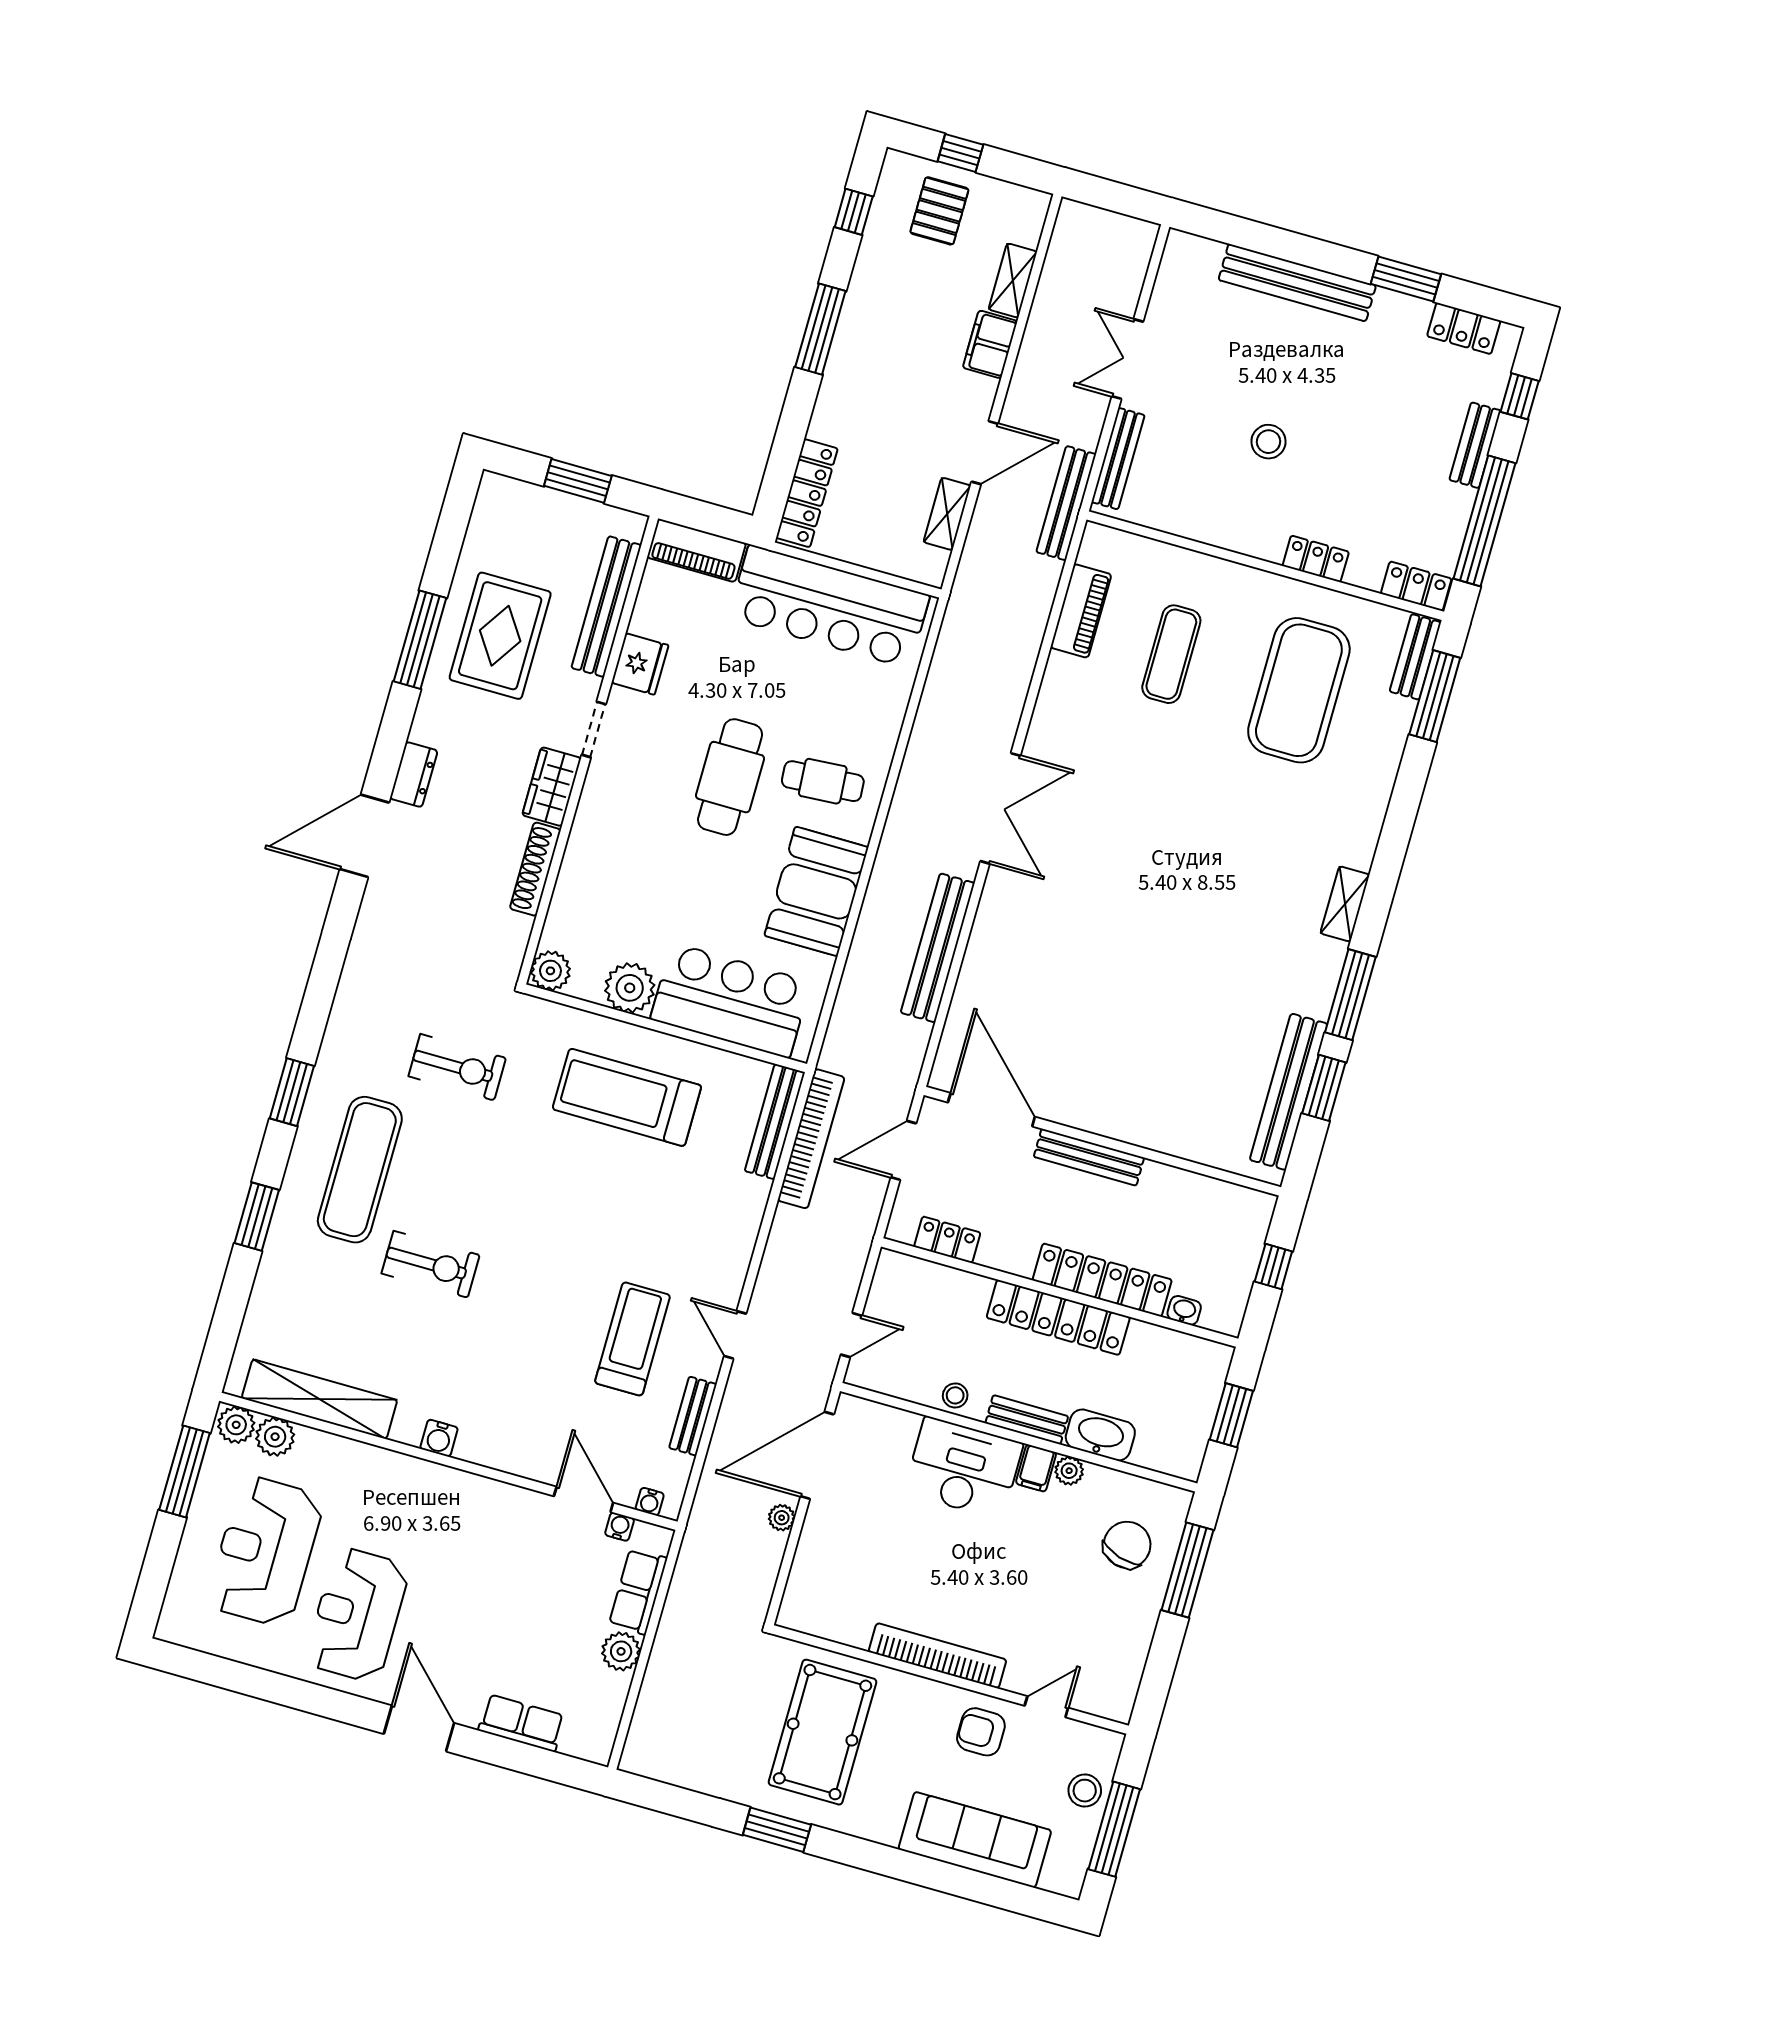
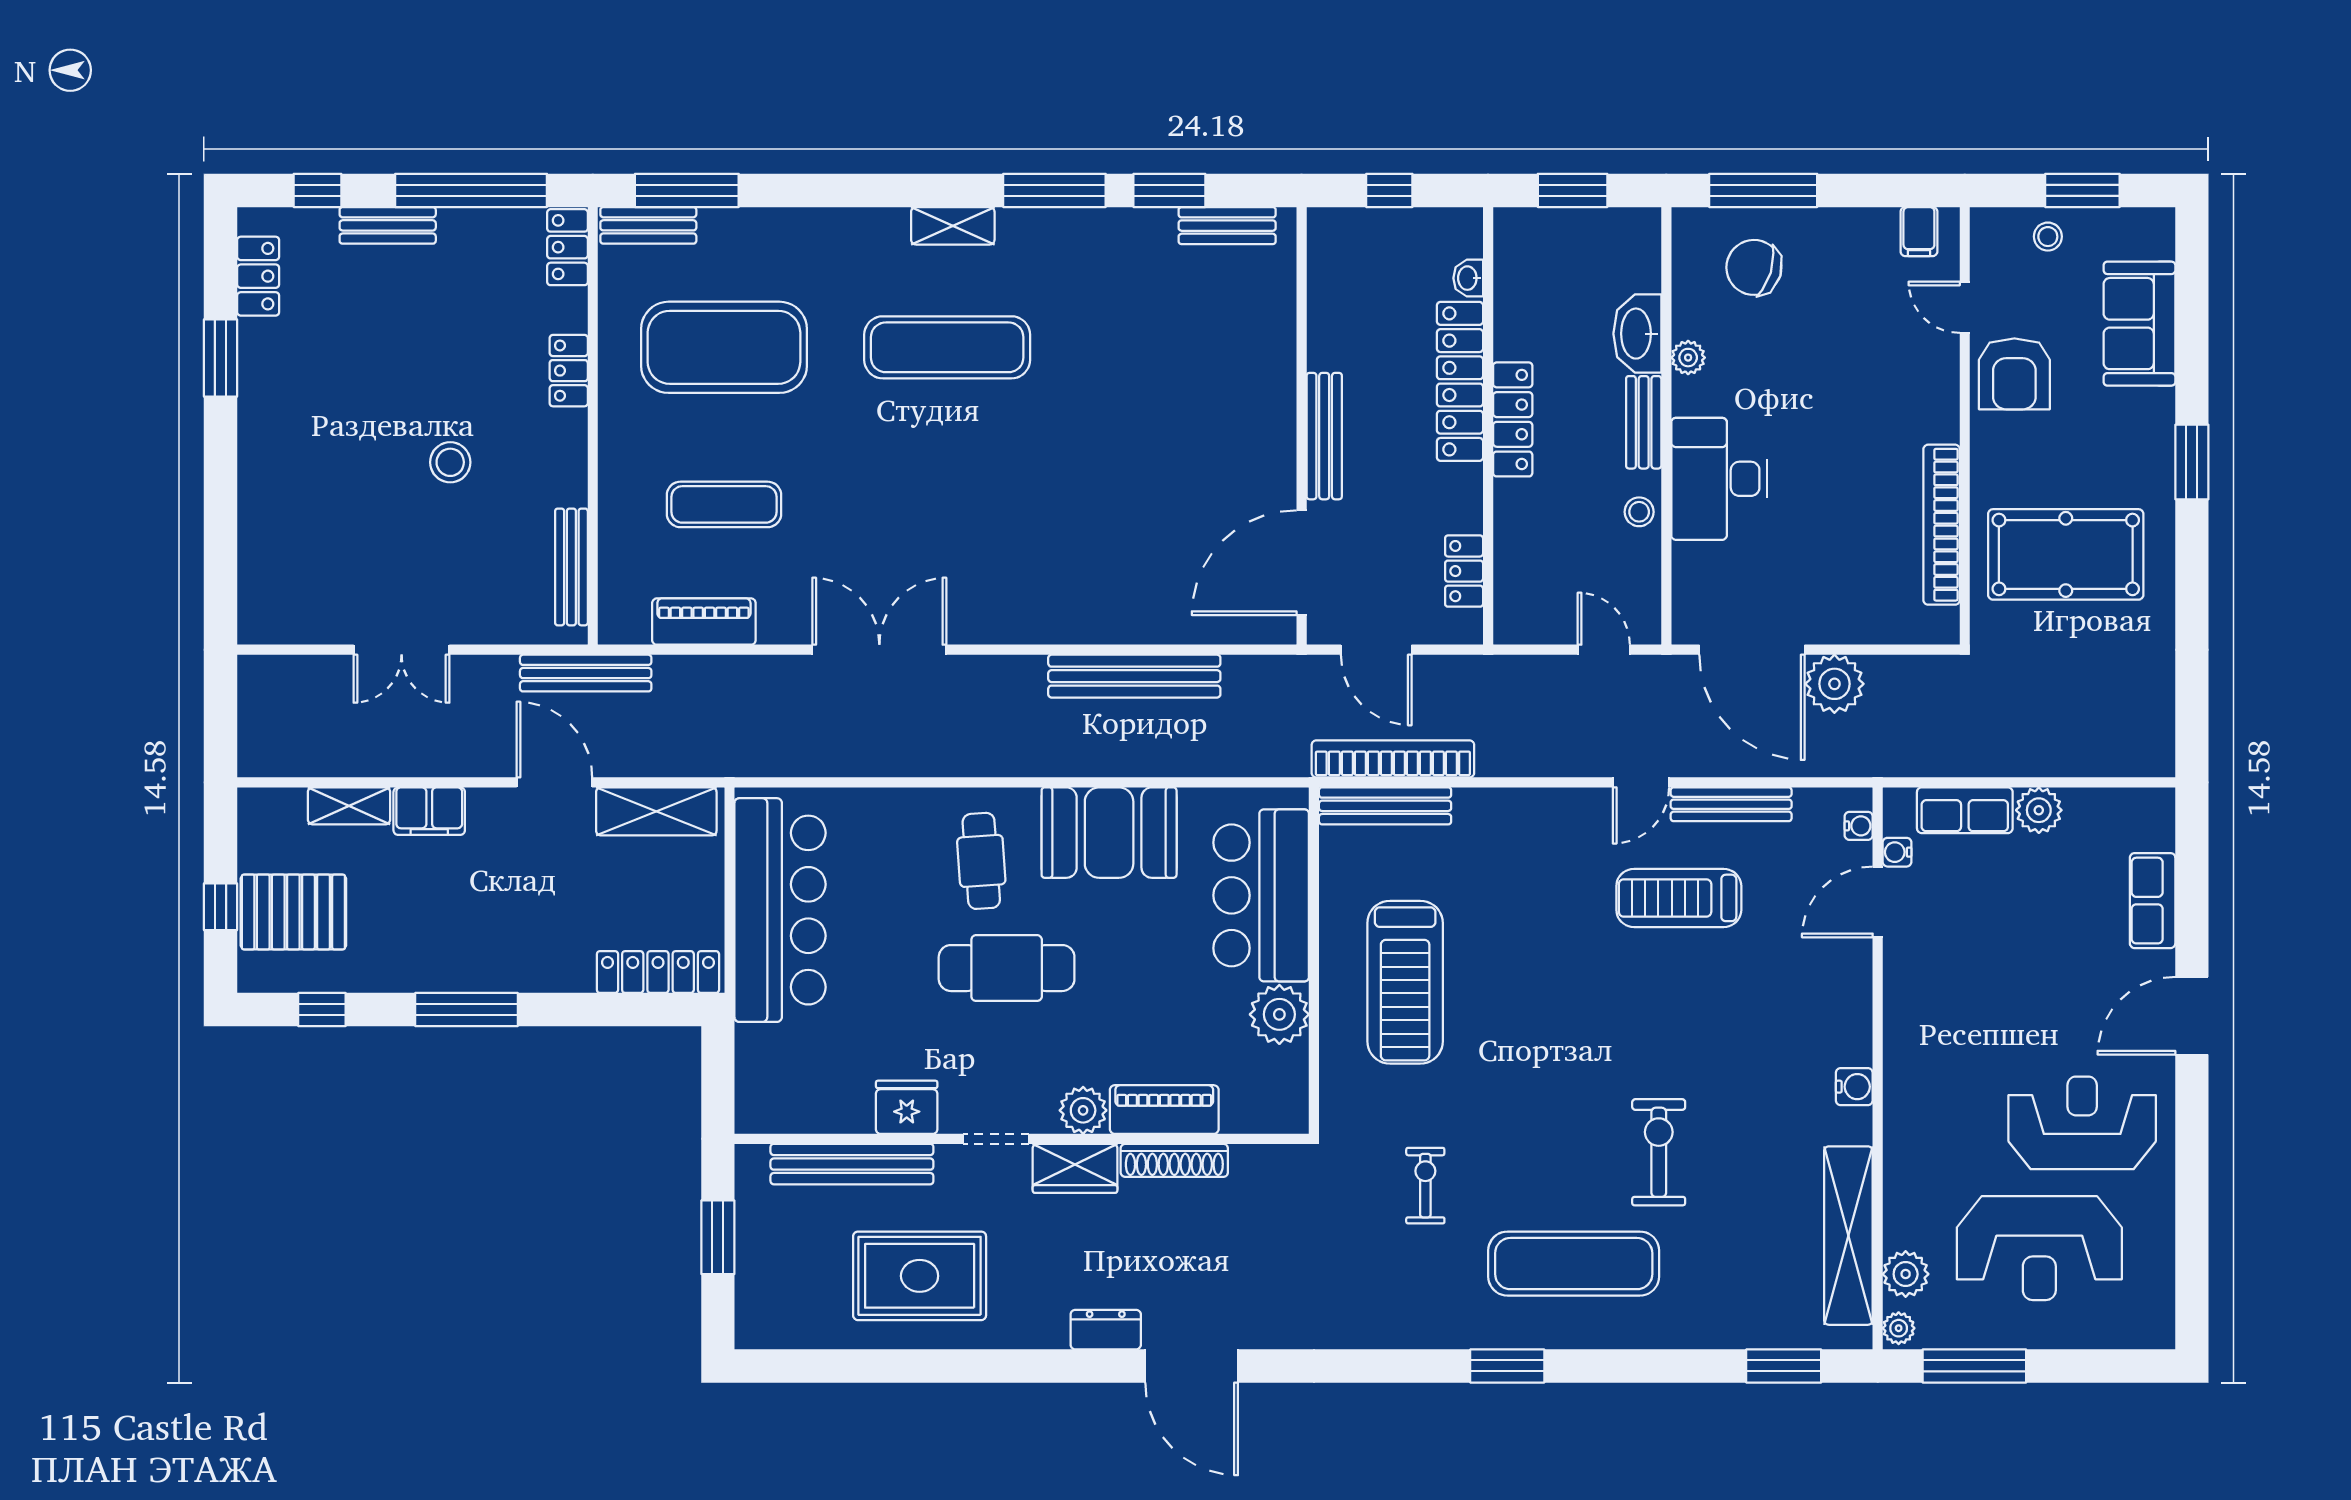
pallet: (939, 211) -> (293, 912), width x1.50, depth x1.42
bench: (1297, 283) -> (260, 481), removed
bench: (1118, 459) -> (571, 567), moved, turned 90
shelving: (947, 514) -> (656, 811), width x1.50, depth x1.33
piano: (696, 550) -> (1164, 1110), moved, turned -90
window: (420, 640) -> (950, 1366), removed
double door: (1000, 808) -> (879, 650), moved
exercise mat: (1248, 871) -> (947, 347), added
plant: (550, 971) -> (1083, 1110), moved
exercise bike: (457, 1067) -> (1425, 1186), width x0.73, depth x0.72
bench: (1289, 1092) -> (1227, 226), width x0.54, depth x0.82
window: (257, 1217) -> (1784, 1366), moved
locker: (1058, 1317) -> (1513, 419), width x0.71, depth x0.83
bench: (693, 1416) -> (1731, 804), width x1.36
plant: (236, 1425) -> (1899, 1328), width x0.73, depth x0.73
filing cabinet: (1036, 1468) -> (1919, 232), moved, turned 90
plant: (782, 1518) -> (1834, 684), width x1.88, depth x1.88
reception desk: (357, 1615) -> (2082, 1123), turned 180
bookcase: (937, 1656) -> (1942, 525), moved
armchair: (981, 1732) -> (2014, 374), width x1.38, depth x1.38
stool: (1085, 1791) -> (2048, 237), width x0.73, depth x0.73
window: (1114, 1829) -> (2082, 190), width x0.69
window: (777, 1830) -> (2192, 462), moved
sofa: (975, 1840) -> (2139, 324), width x0.73

